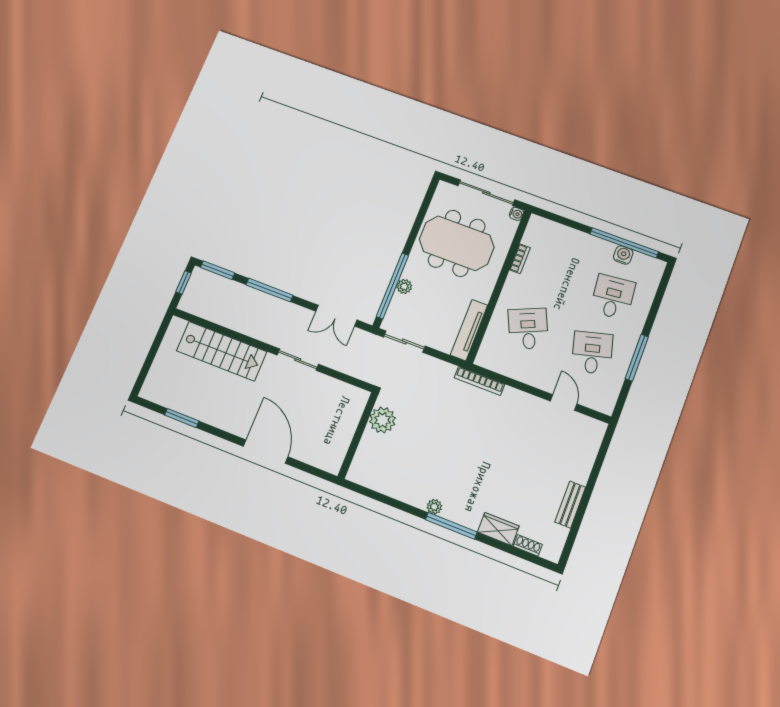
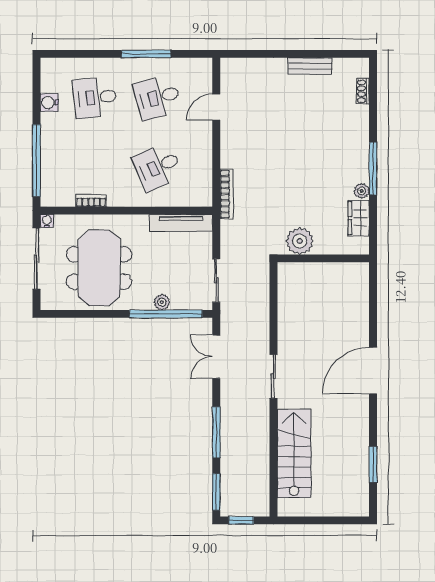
window: (624, 243) -> (36, 160), moved
double door: (336, 316) -> (216, 357), swing flipped
plant: (382, 420) -> (300, 241), moved
wall: (358, 435) -> (323, 258), moved
wardrobe: (498, 529) -> (359, 218), moved

